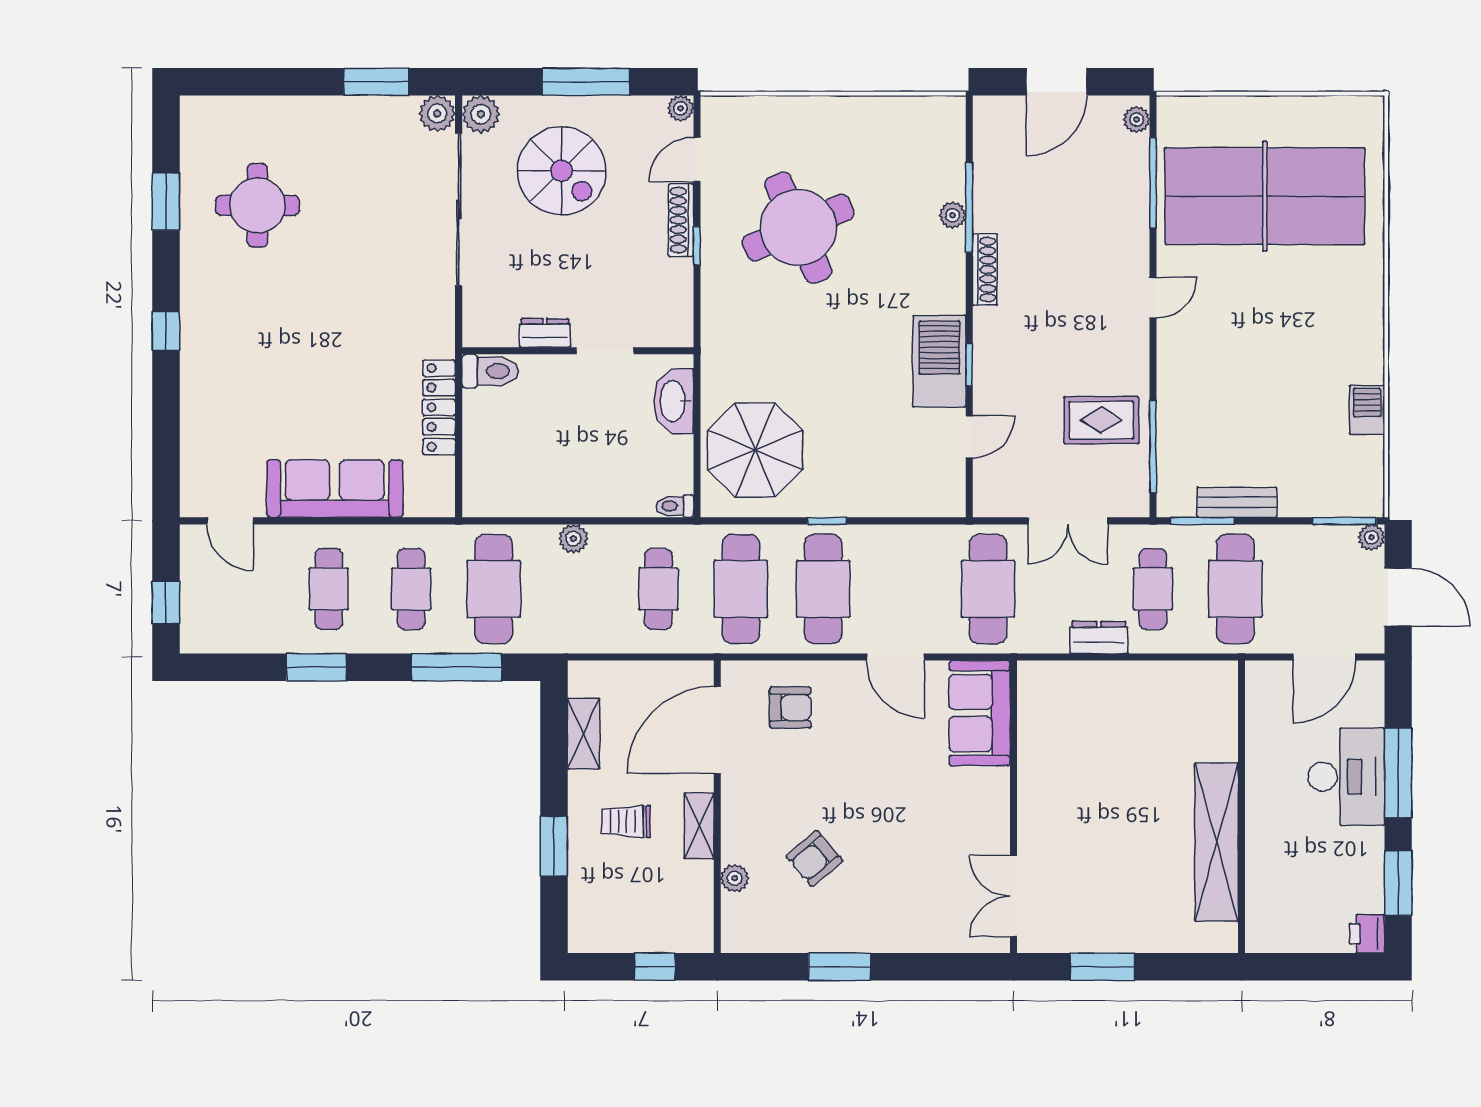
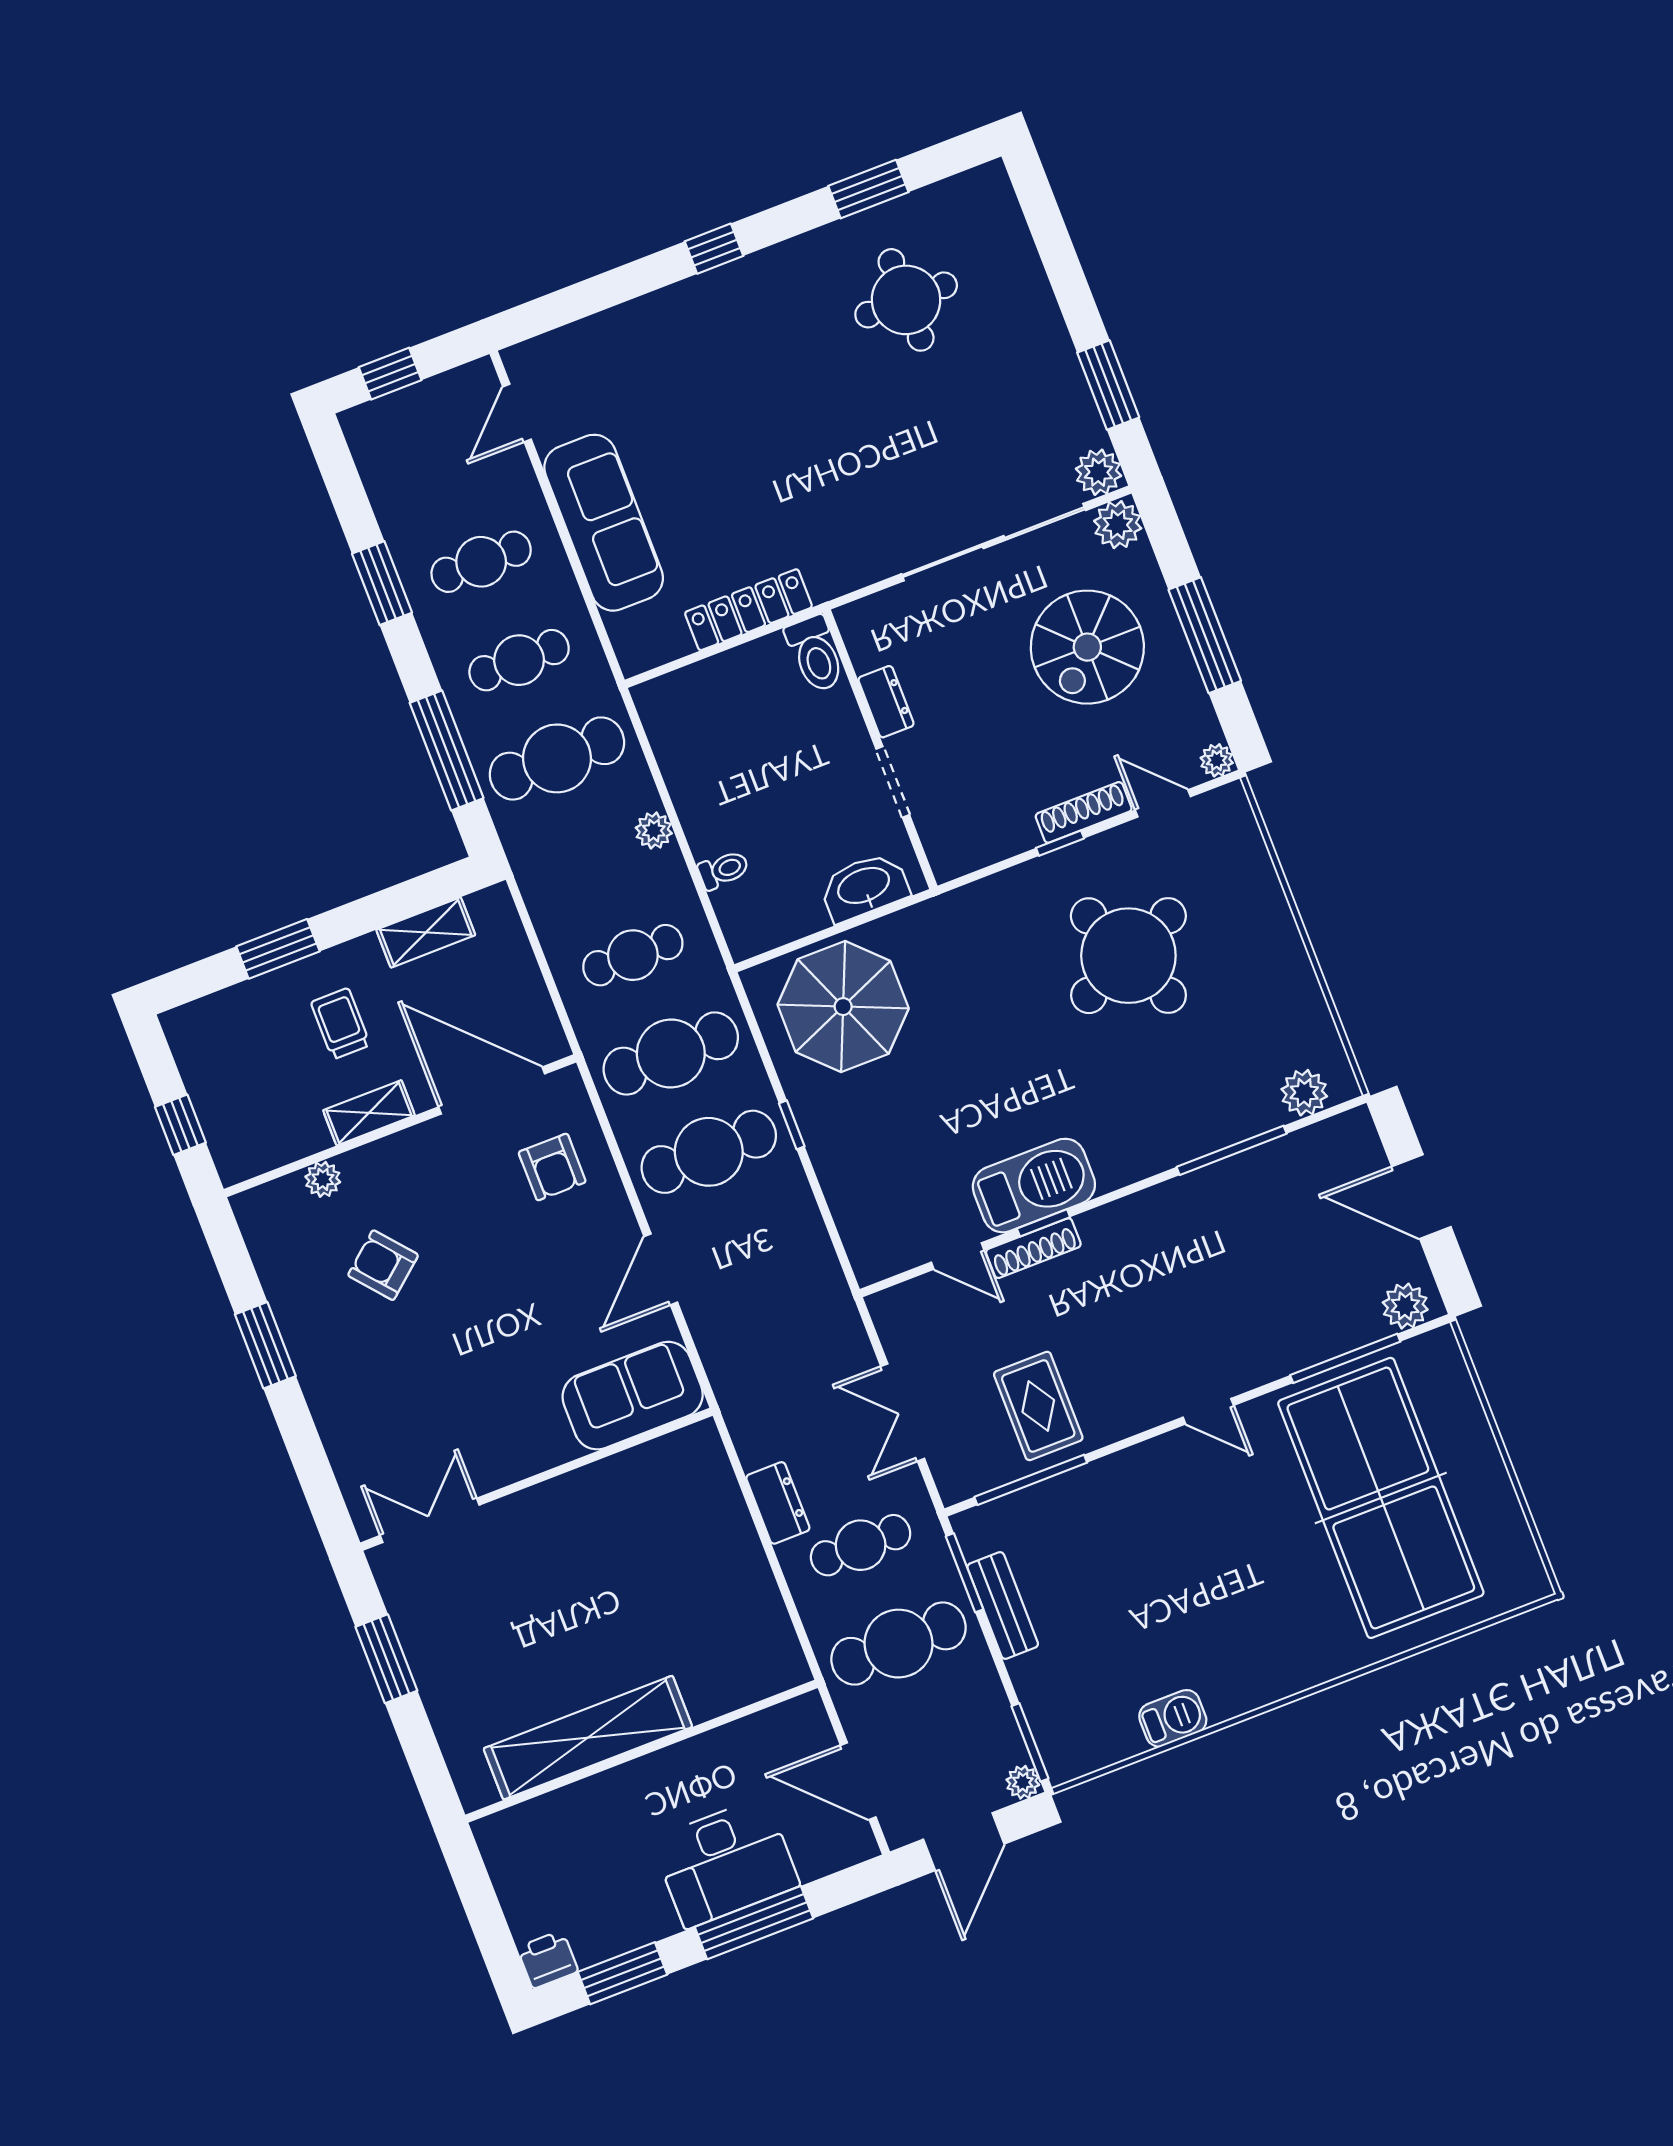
plant: (1137, 119) -> (1405, 1306), width x1.38, depth x1.38
plant: (953, 215) -> (1304, 1093), moved, width x1.38, depth x1.38
shoe rack: (985, 270) -> (1033, 1248), moved
toilet: (675, 506) -> (723, 870), moved, turned 90
cafe table: (988, 589) -> (785, 1349), removed

